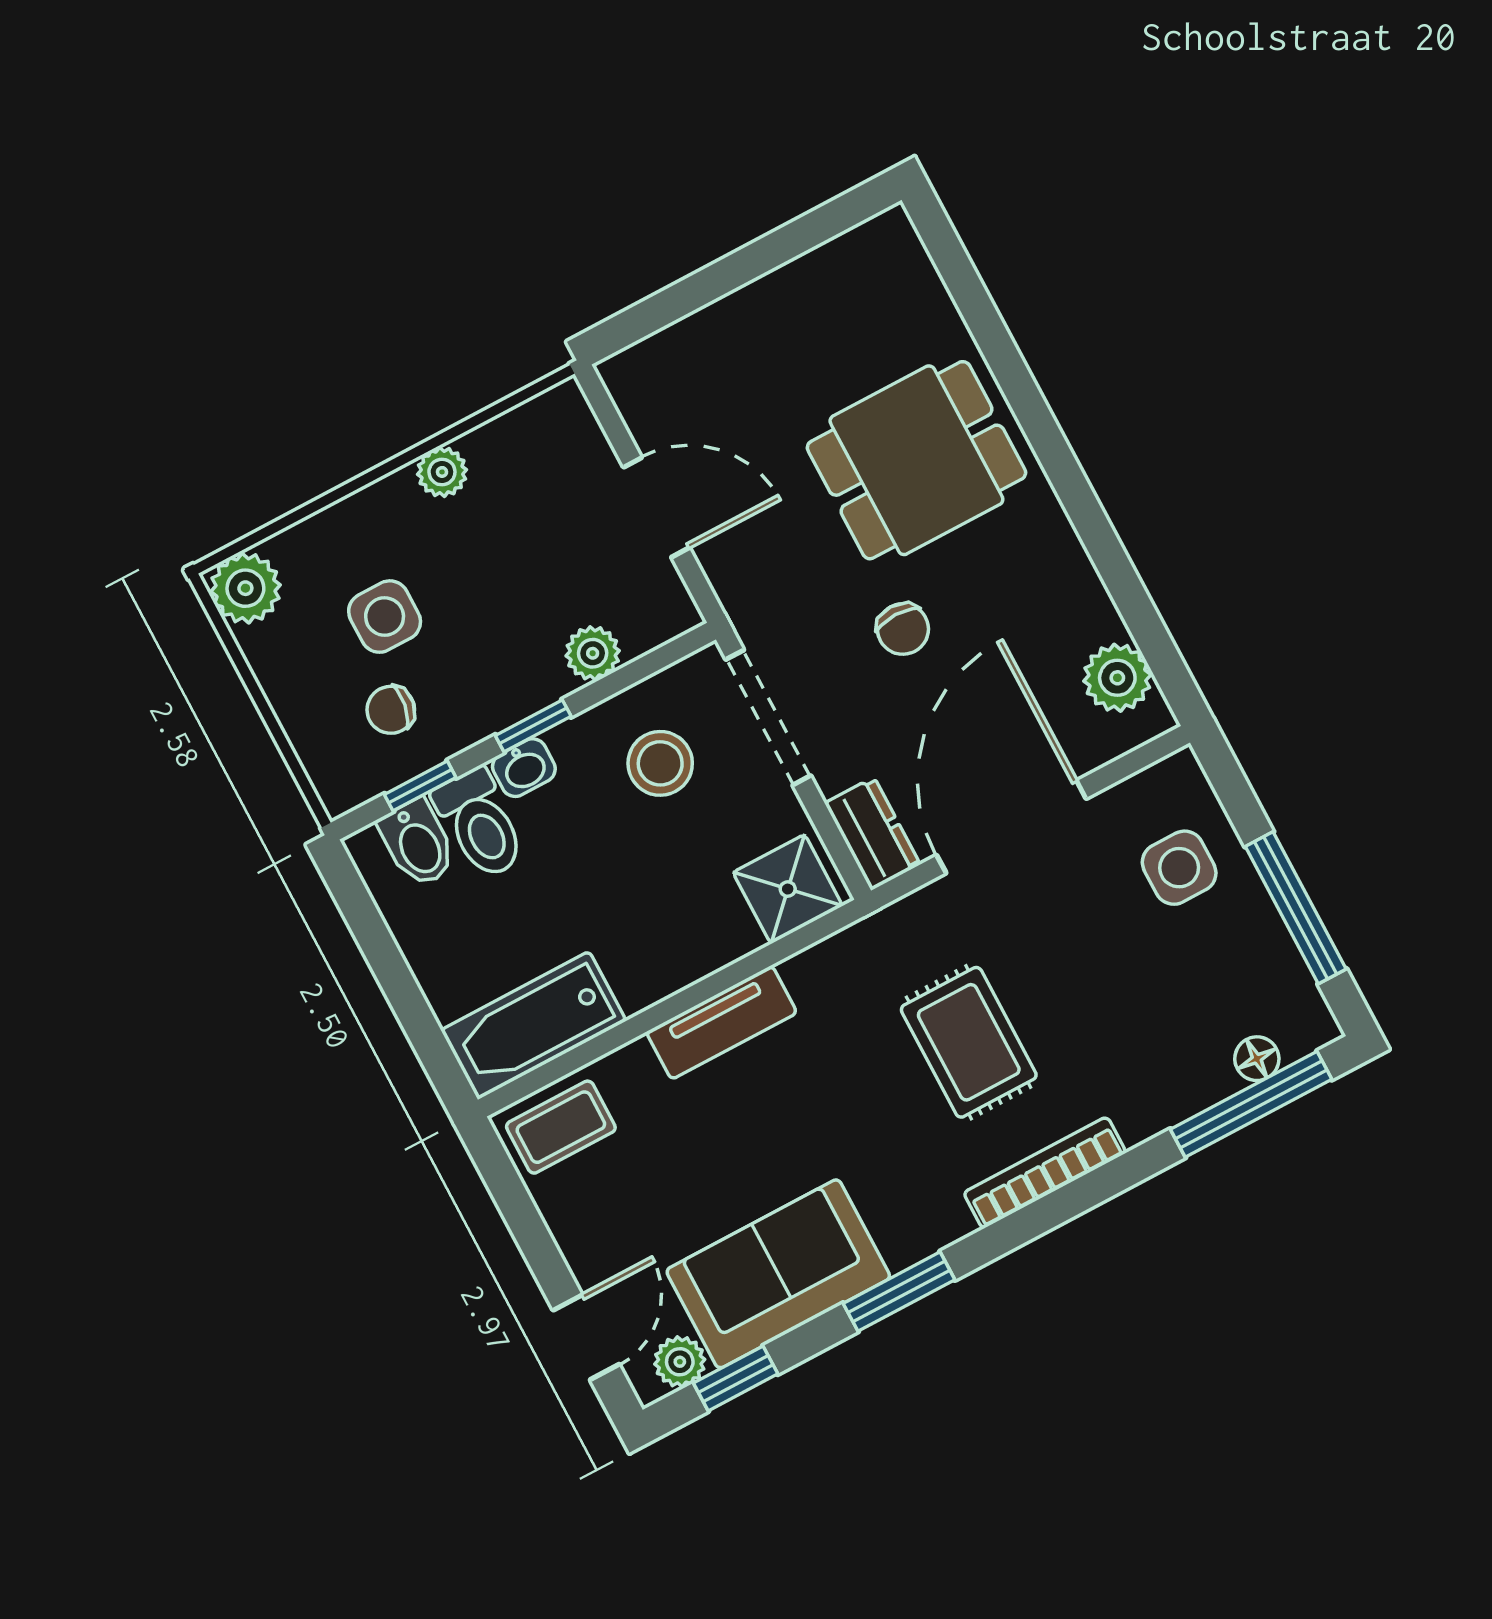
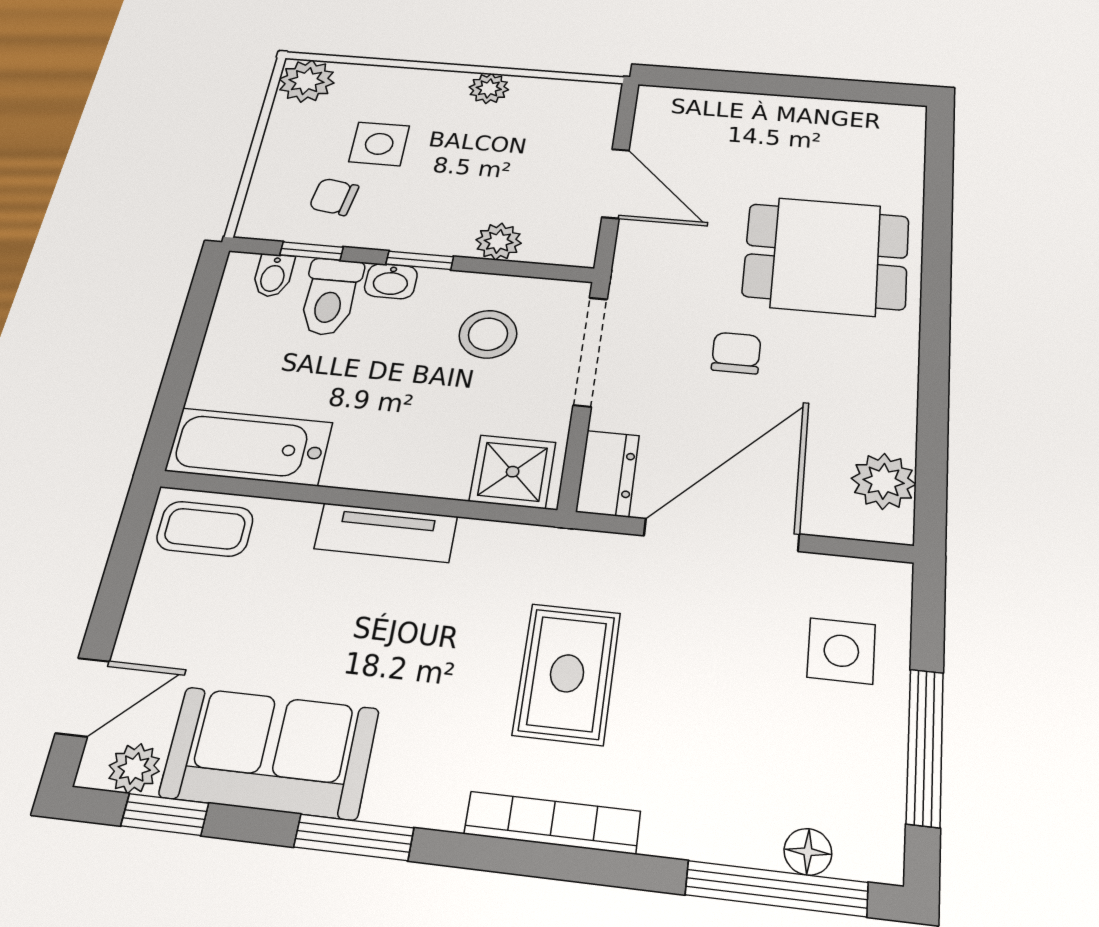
chair: (903, 629) -> (736, 353), turned 180
bidet: (418, 843) -> (273, 275), width x0.72, depth x0.74

